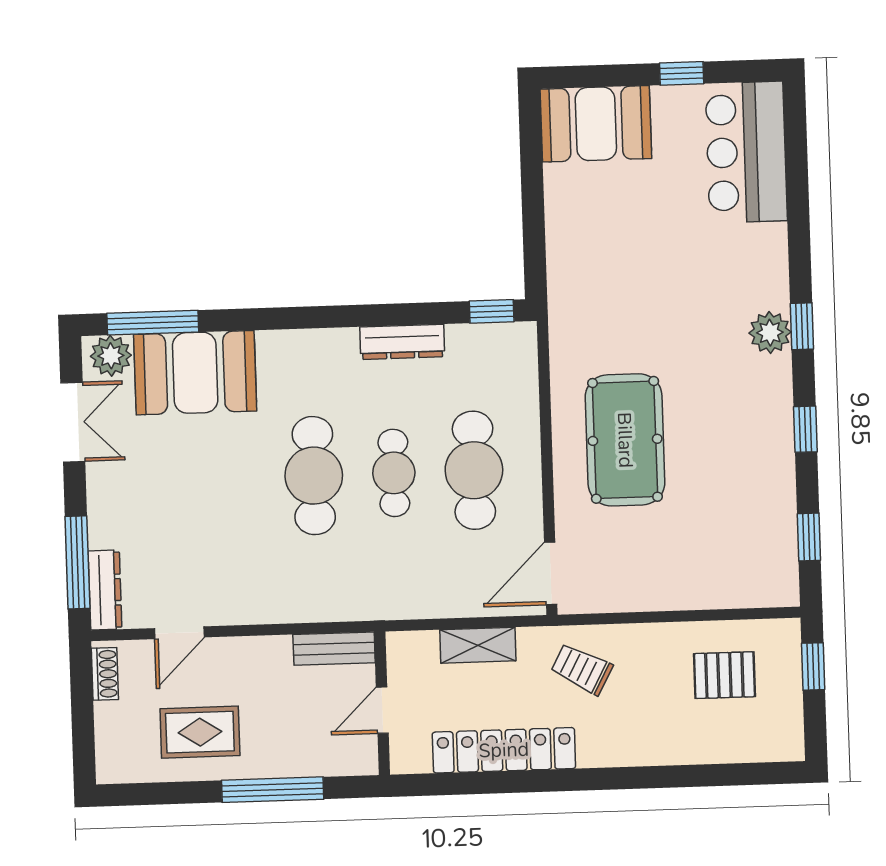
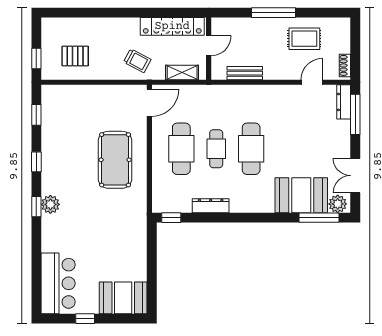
wall: (382, 703) -> (209, 49), moved
door: (382, 710) -> (209, 46), moved

